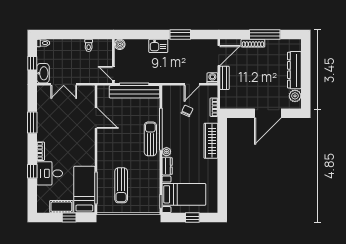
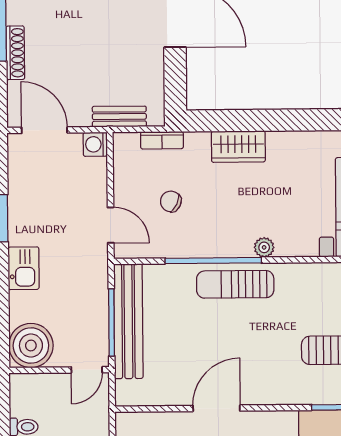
boiler: (120, 44) -> (31, 345), width x1.86, depth x1.86
bench: (225, 78) -> (119, 117), moved
door: (192, 84) -> (111, 225), moved
door: (96, 118) -> (216, 408), moved
wardrobe: (211, 141) -> (238, 147), width x0.67
dresser: (167, 166) -> (297, 246), removed

